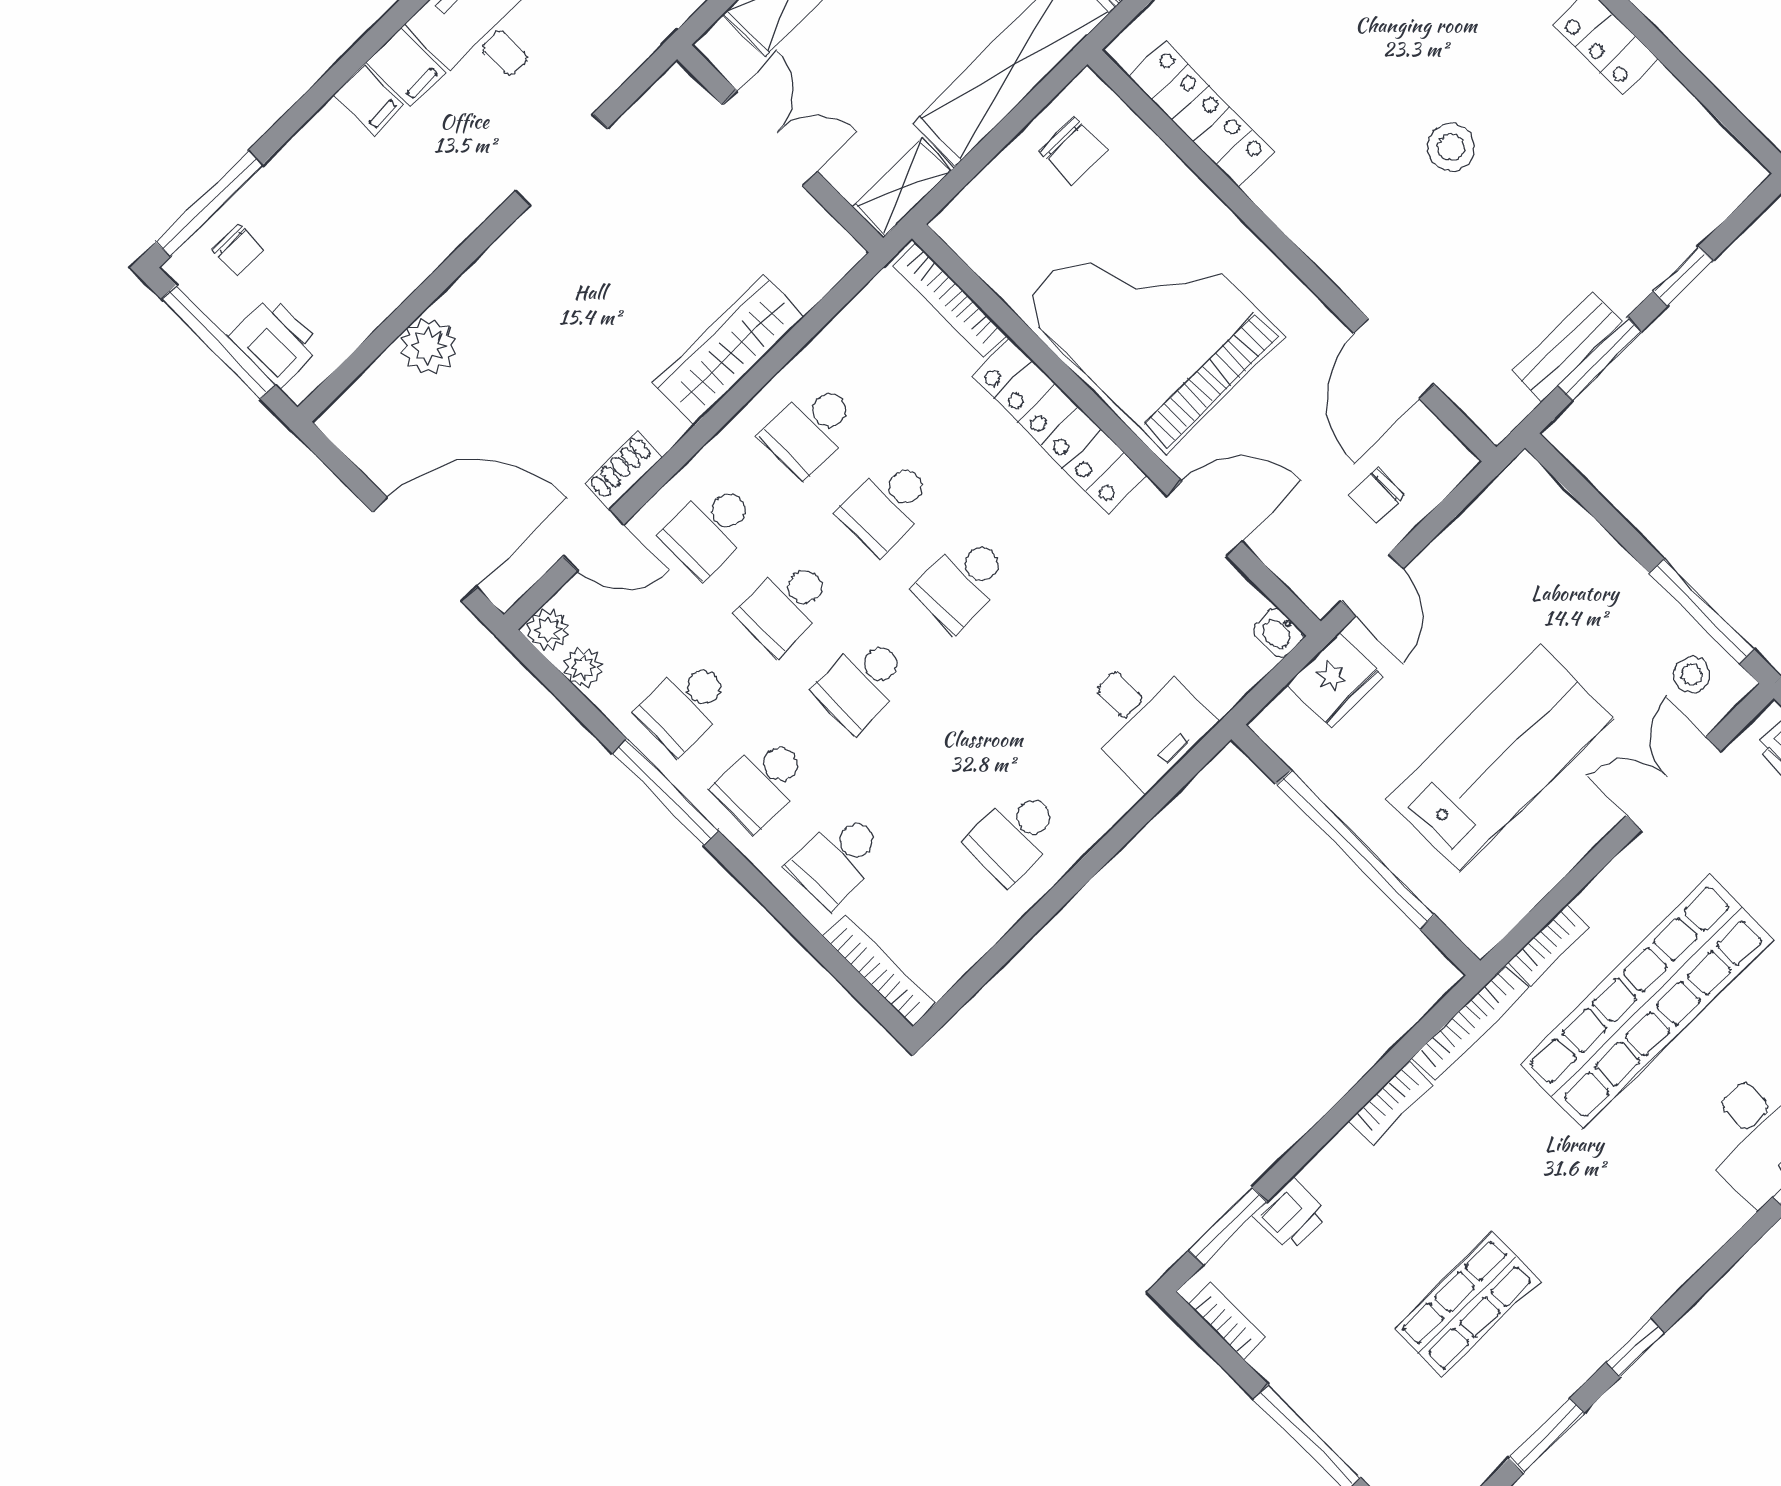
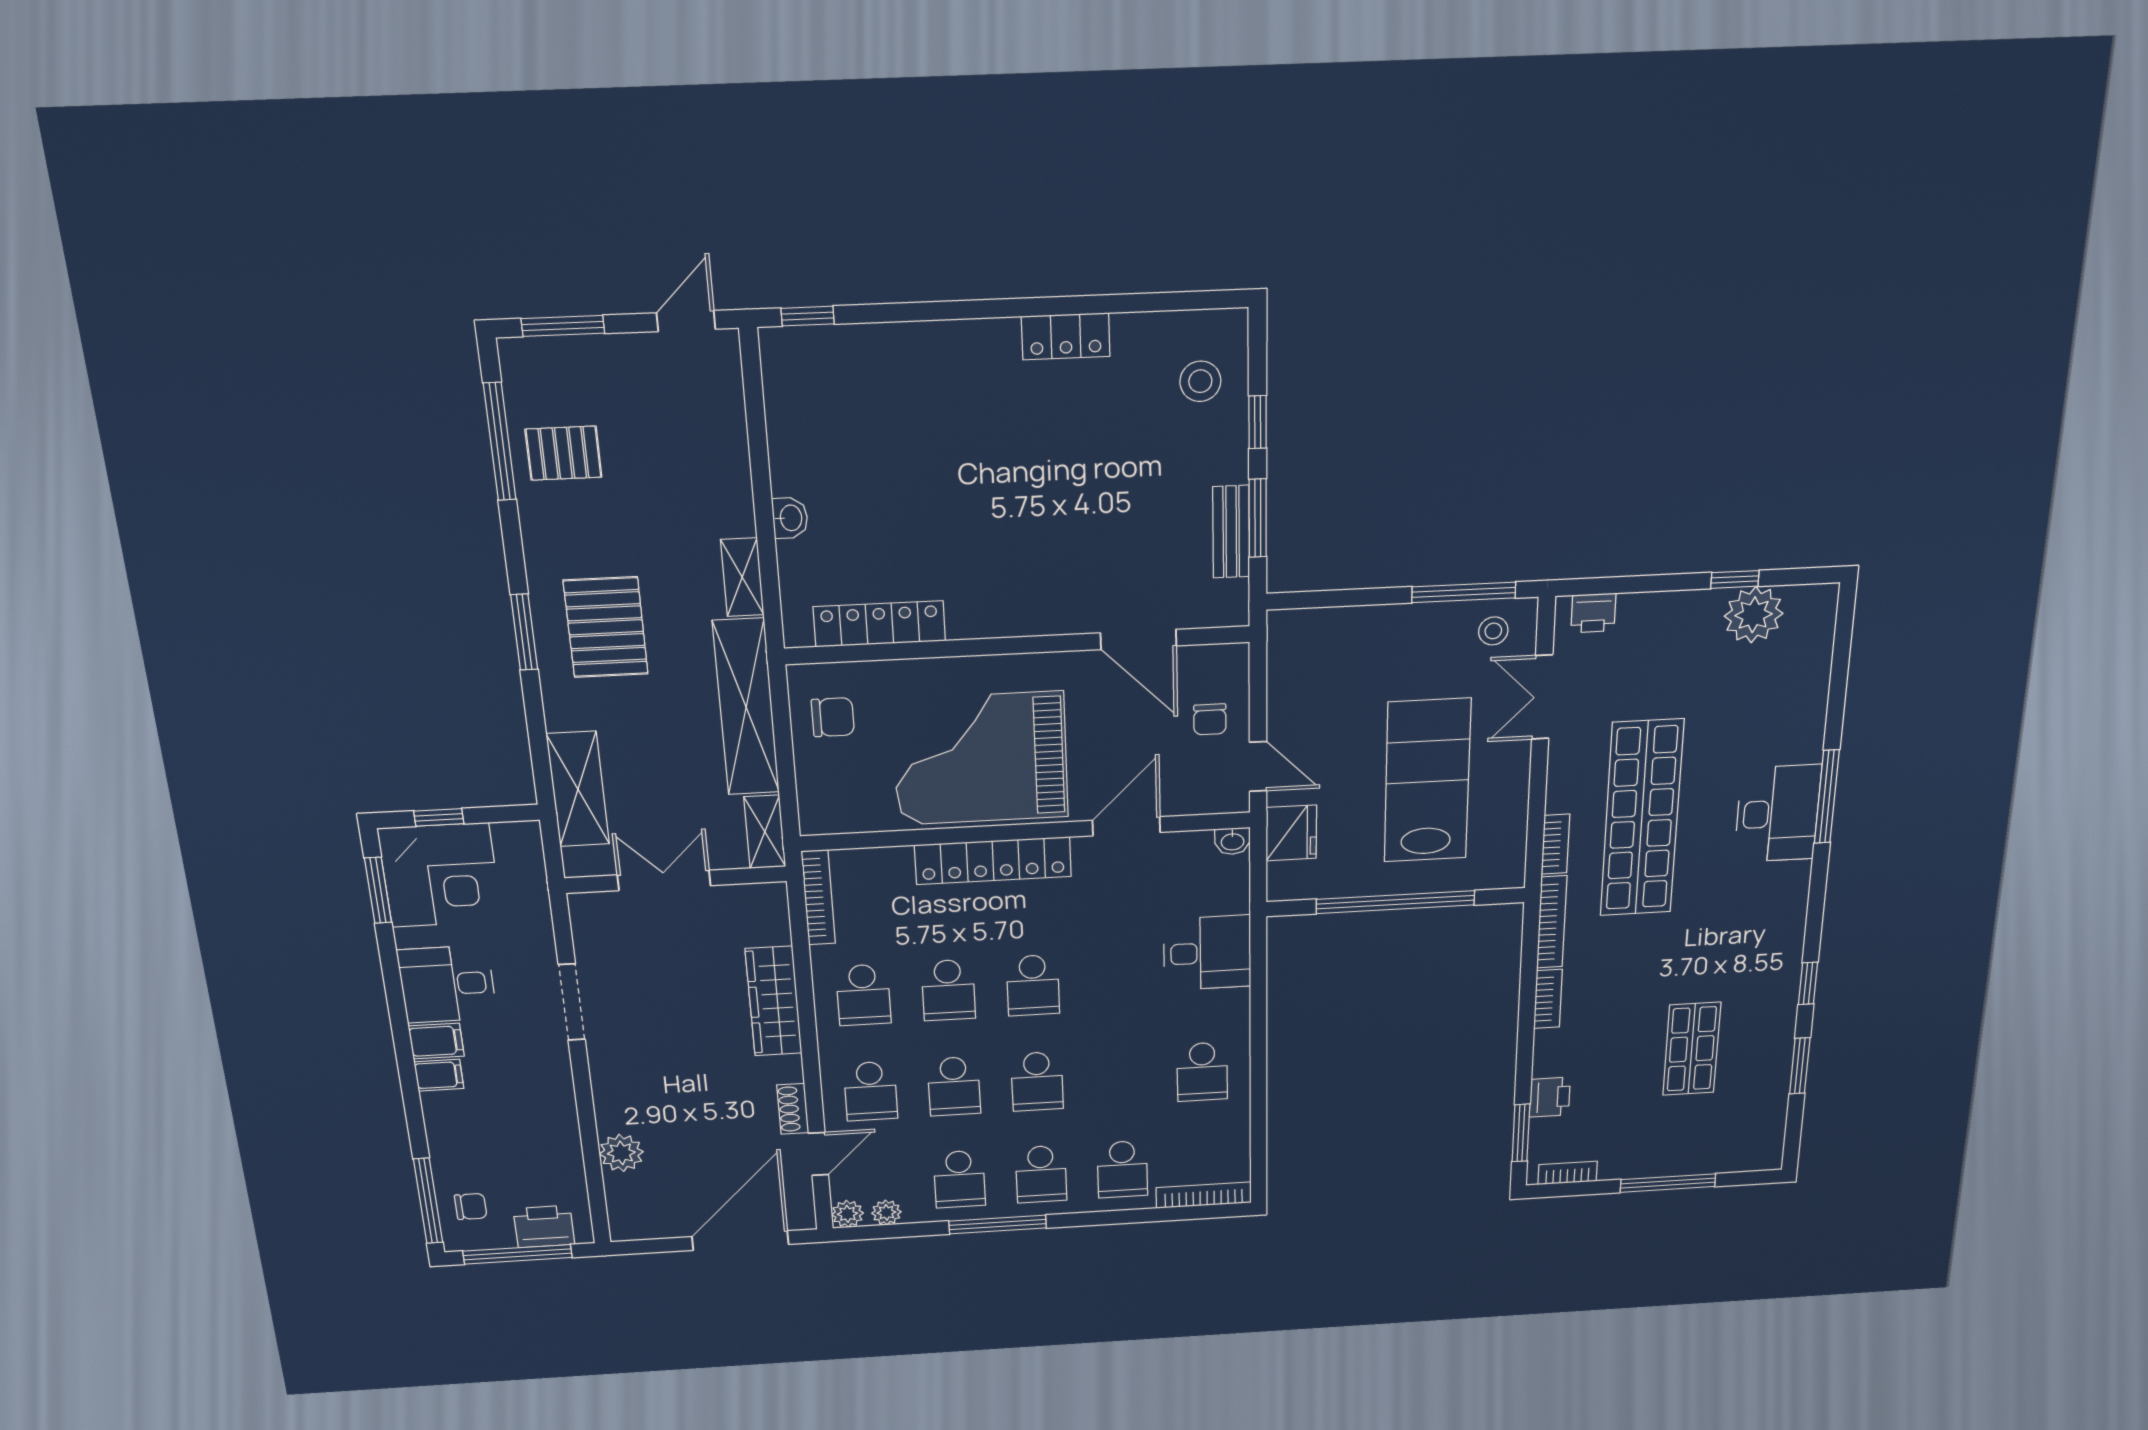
stool: (1451, 147) -> (1200, 381), moved
bookcase: (950, 300) -> (818, 897), moved, turned -90

